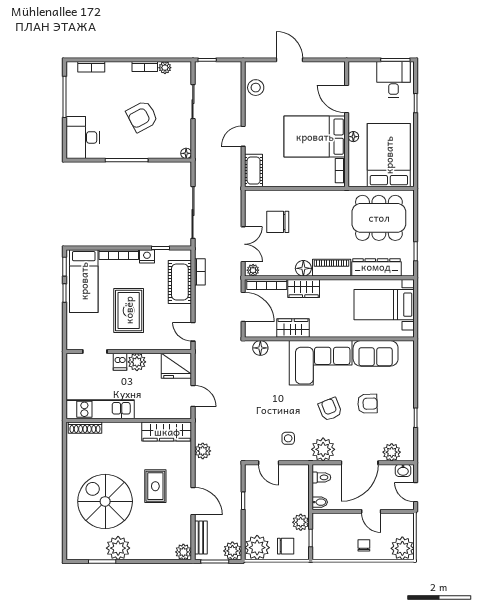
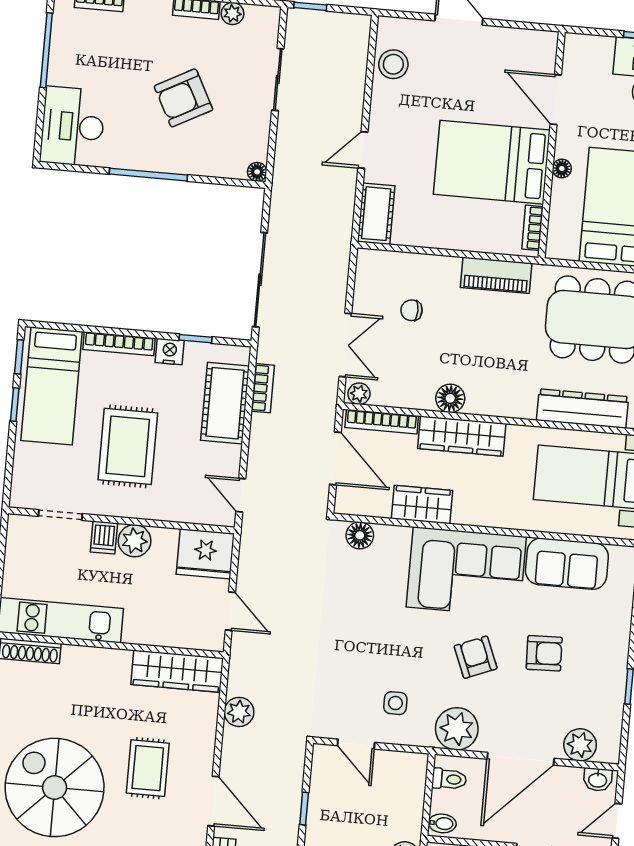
chair: (278, 222) -> (411, 310), width x0.54, depth x0.54
piano: (332, 268) -> (496, 275), moved, turned 180
wardrobe: (304, 288) -> (462, 436), width x1.50
door: (416, 492) -> (617, 821), hinge flipped

